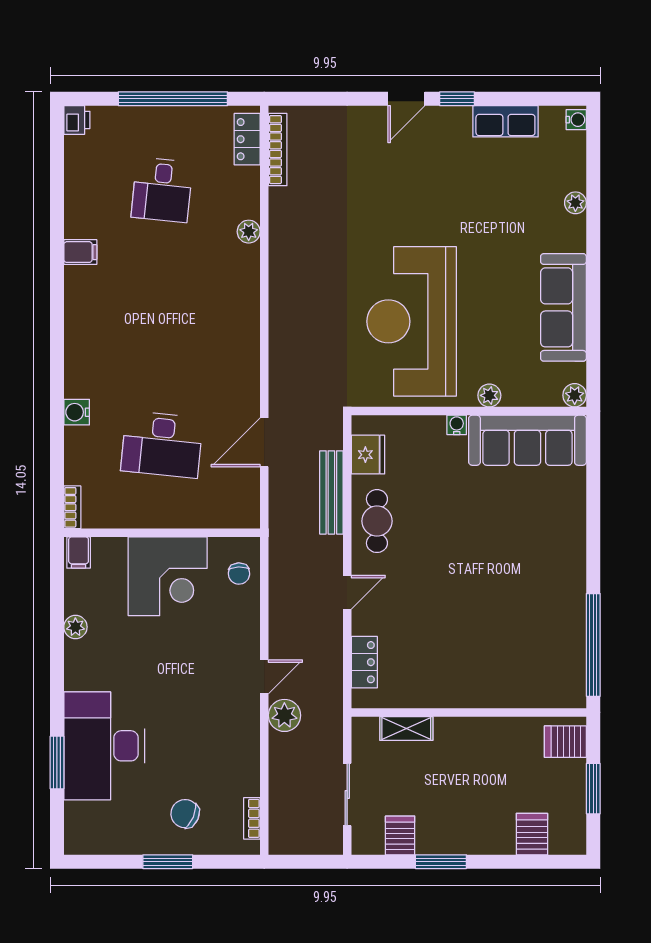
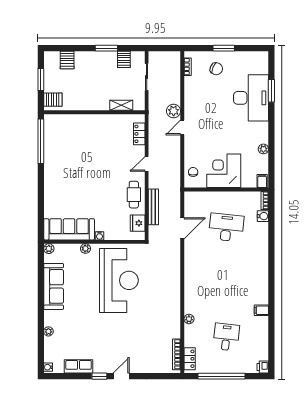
water cooler: (77, 412) -> (263, 216), moved

